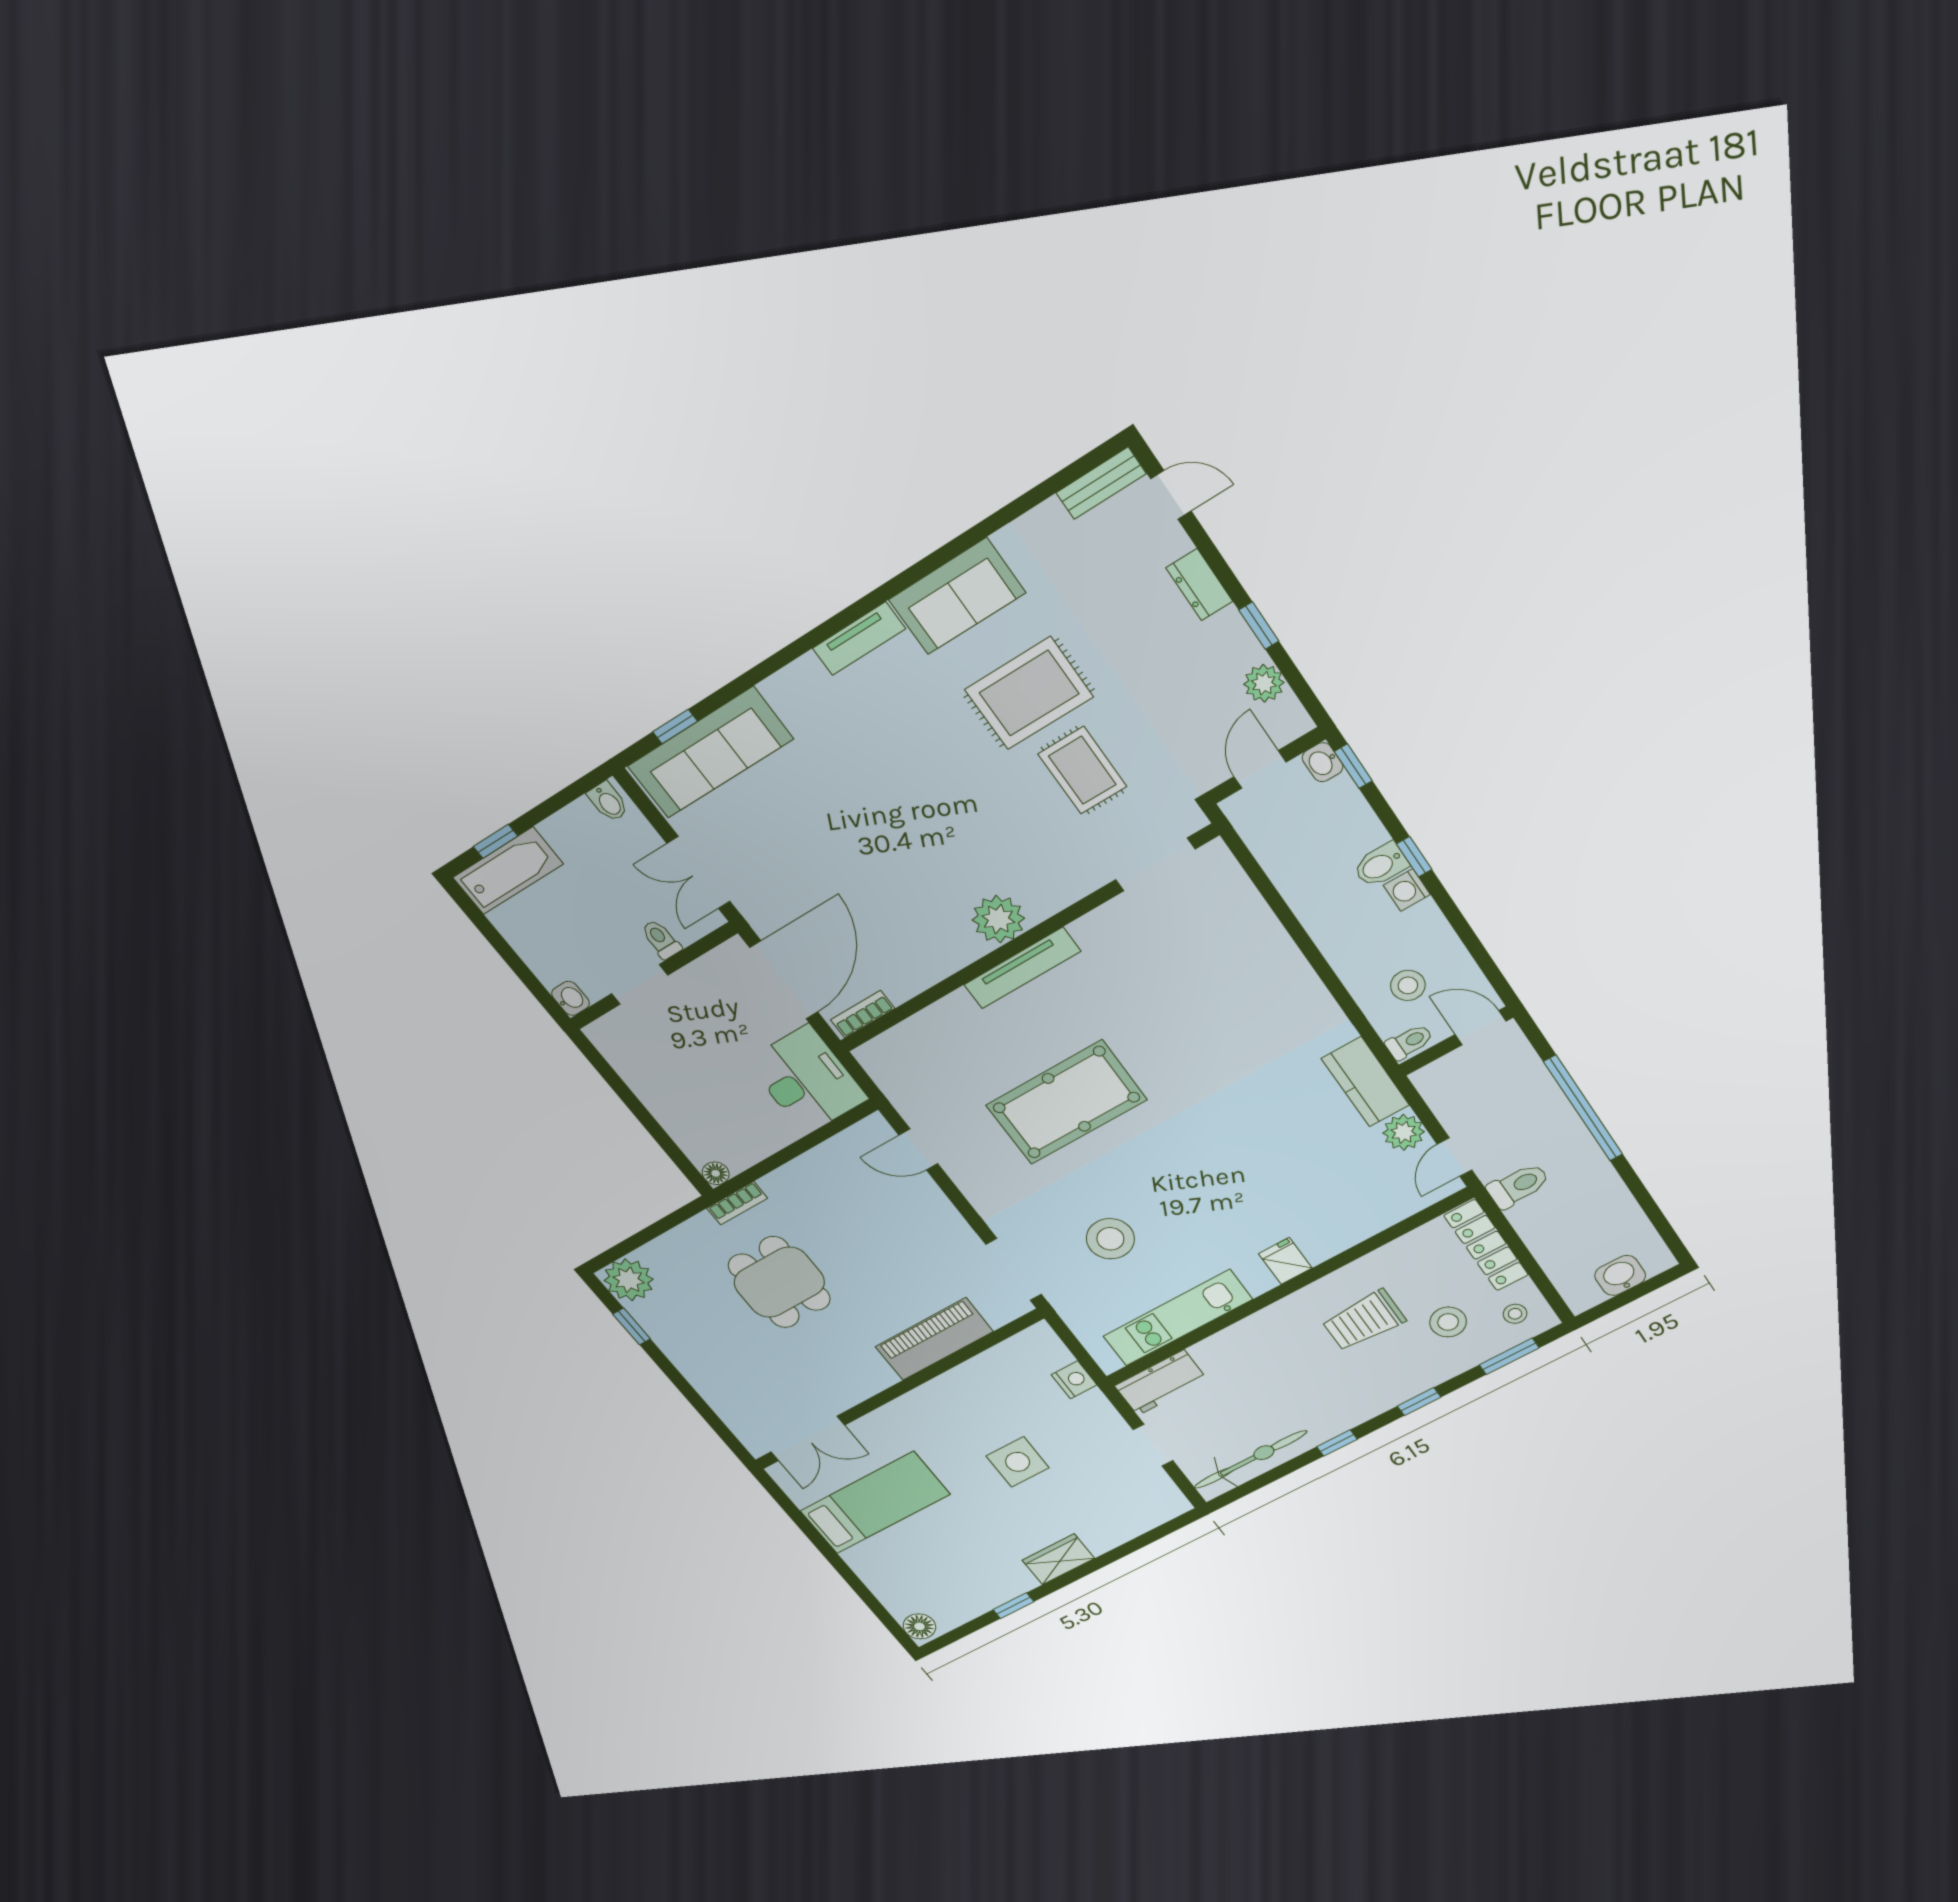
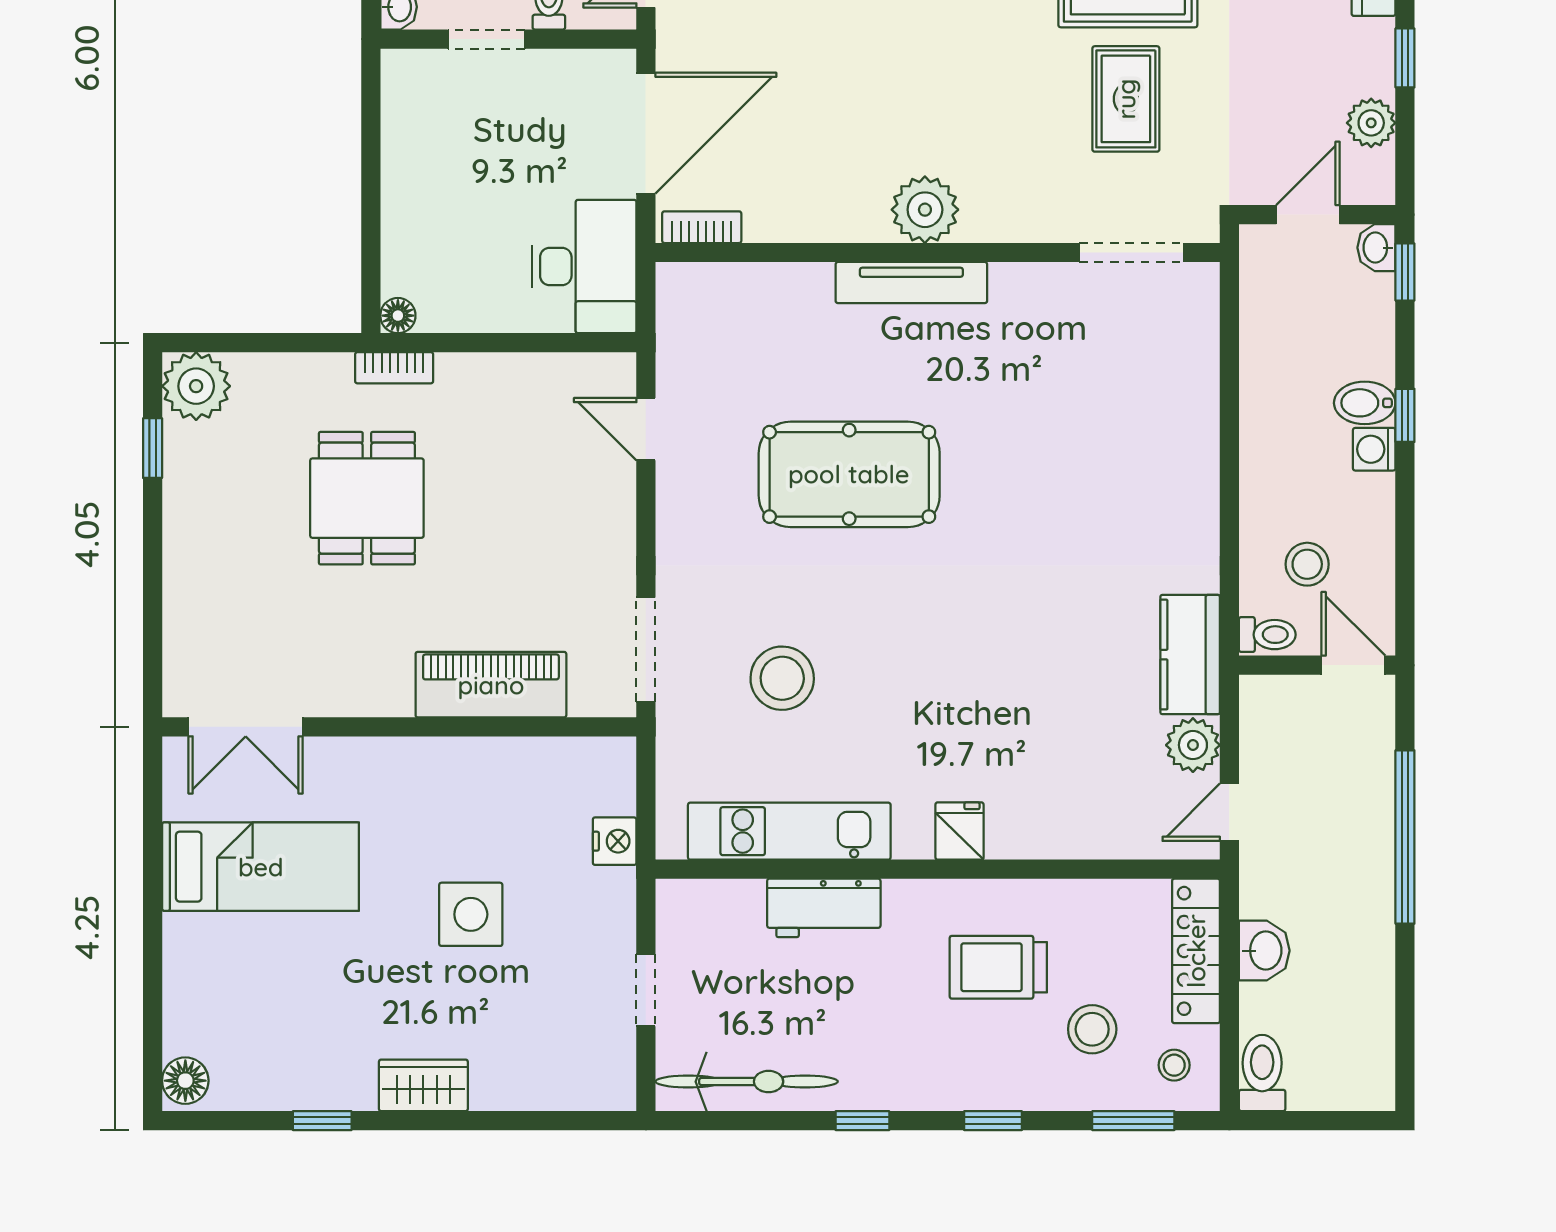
toilet: (1518, 1186) -> (1262, 1073), moved, turned -90
washbasin: (1620, 1275) -> (1264, 951), moved, turned 90
workbench: (1161, 1383) -> (824, 908), moved

